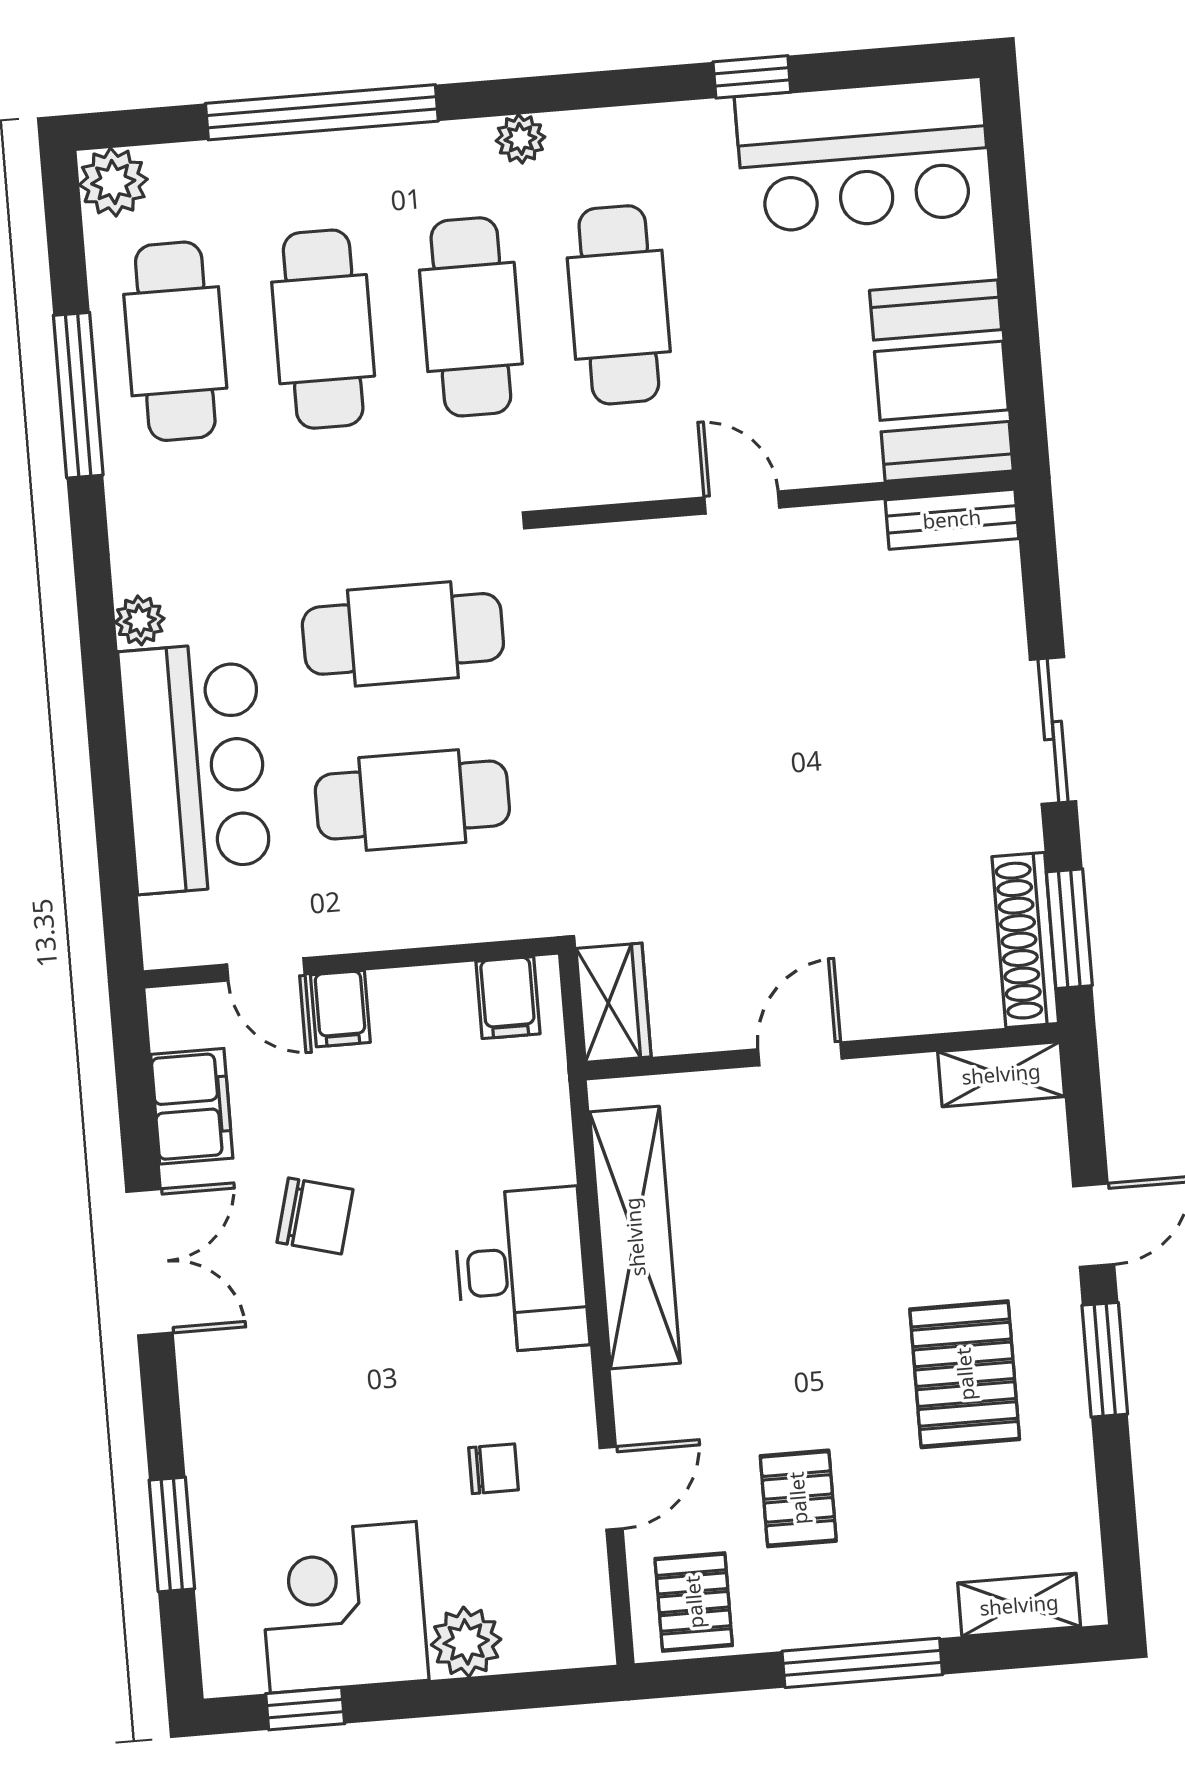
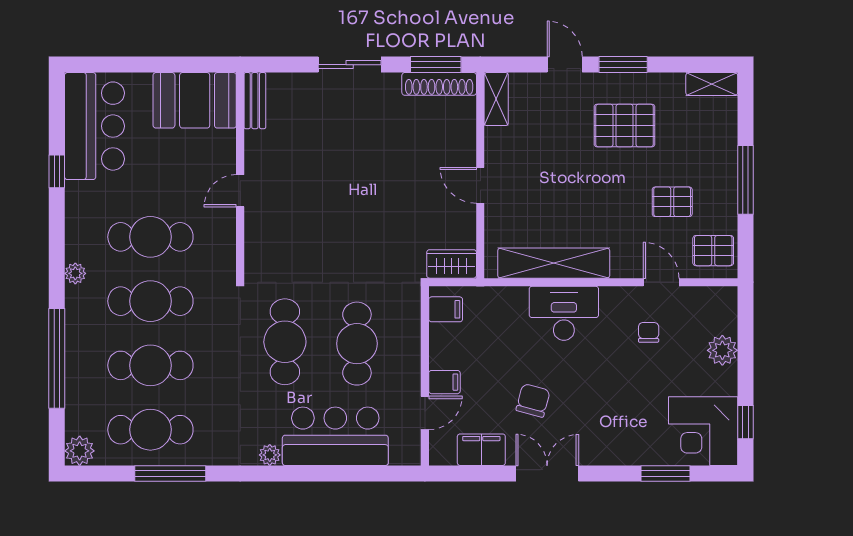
shelving: (1019, 1605) -> (712, 84), moved, turned 90
corner desk: (343, 1607) -> (703, 431), moved

